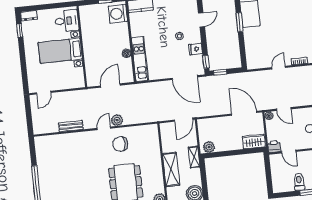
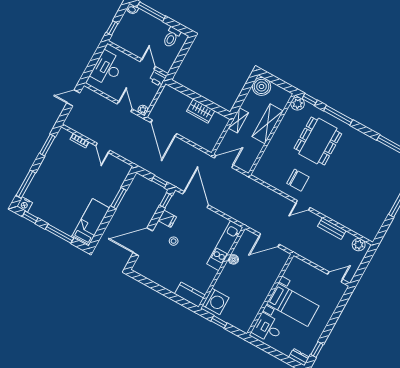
door: (201, 20) -> (143, 242), width x1.88
window: (240, 22) -> (119, 198), moved
door: (279, 68) -> (103, 148), hinge flipped
plant: (117, 120) -> (359, 245), moved
wardrobe: (254, 142) -> (201, 111), moved
plant: (209, 147) -> (218, 120), removed
toilet: (299, 182) -> (172, 37), moved

